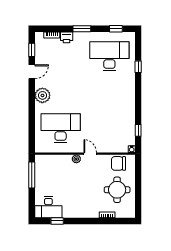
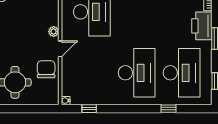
printer: (67, 37) -> (202, 26), width x1.87, depth x1.48
desk: (109, 92) -> (137, 73), added
chair: (118, 163) -> (46, 69), moved

